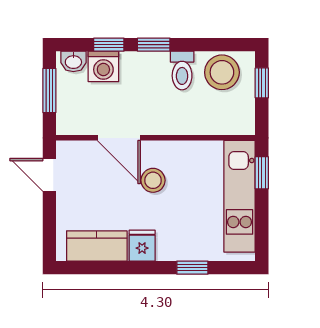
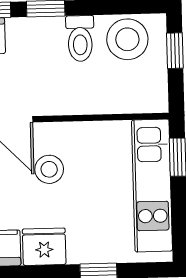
fridge: (142, 246) -> (44, 247), width x1.38

